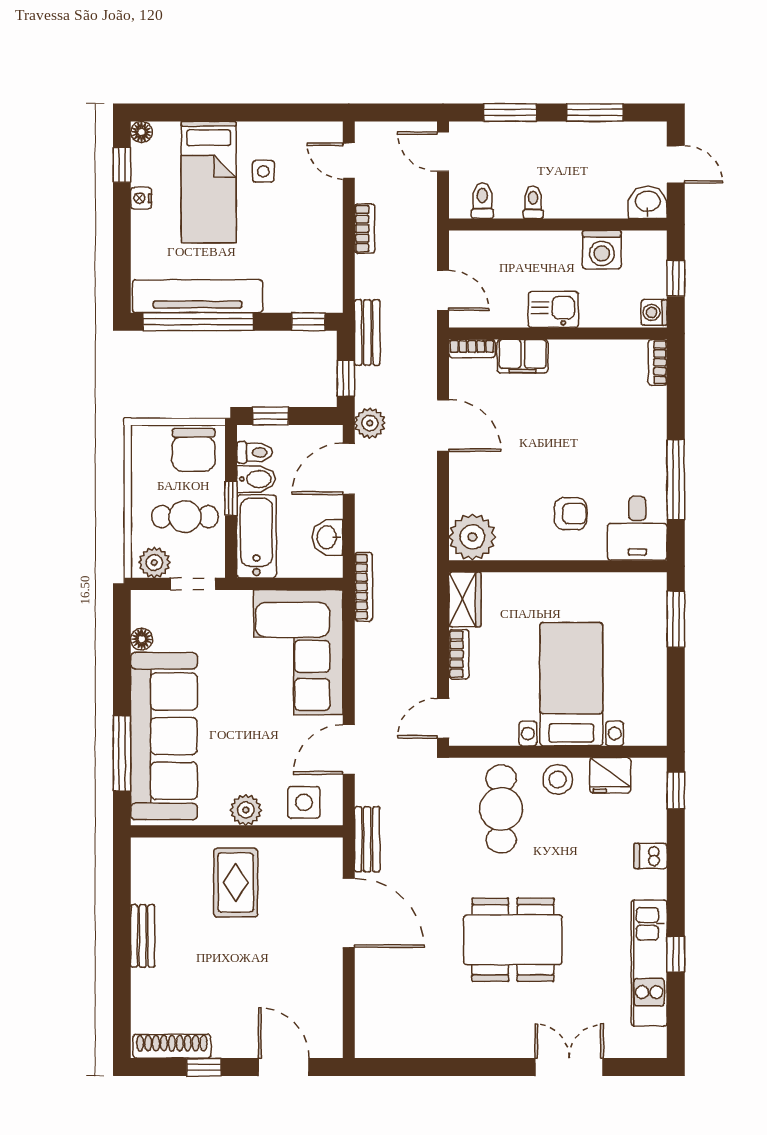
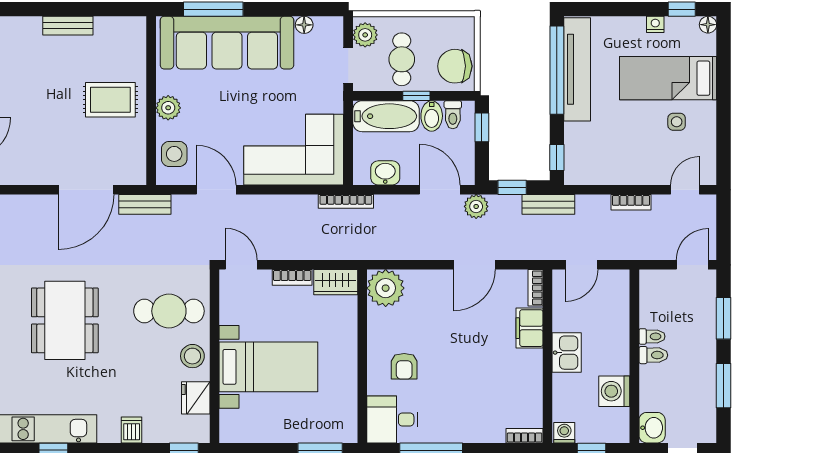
toilet: (482, 201) -> (653, 355), moved

